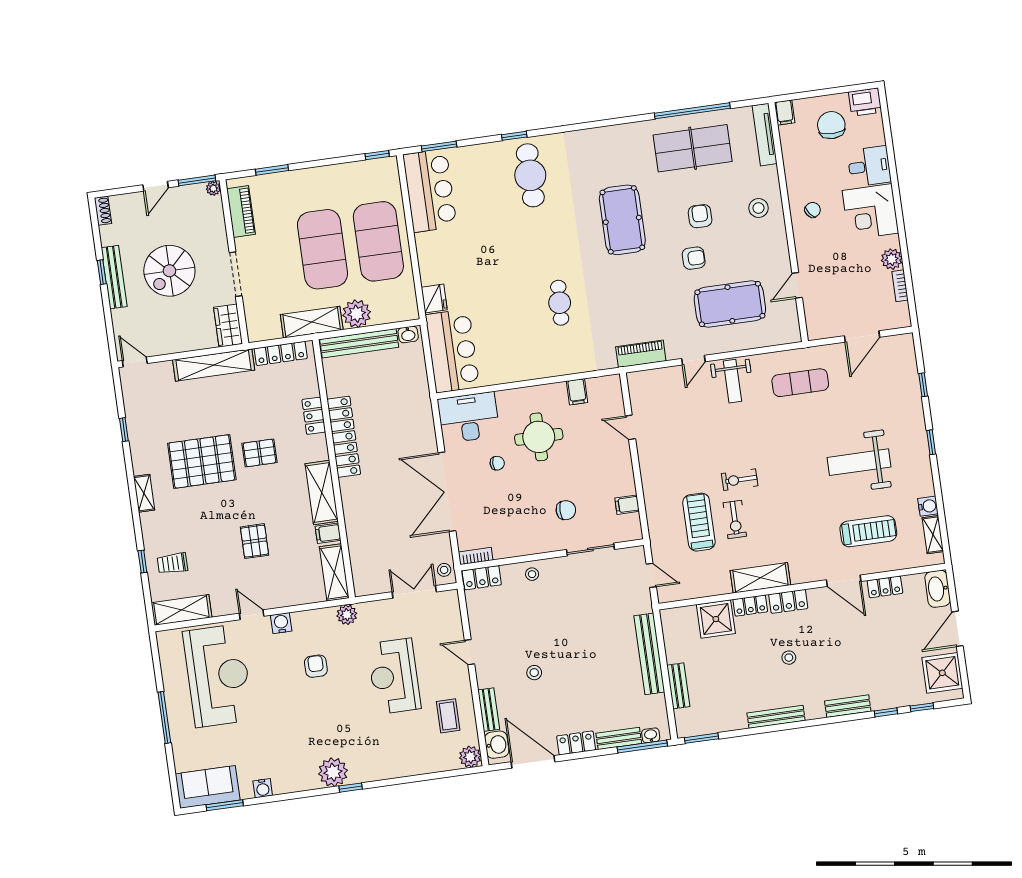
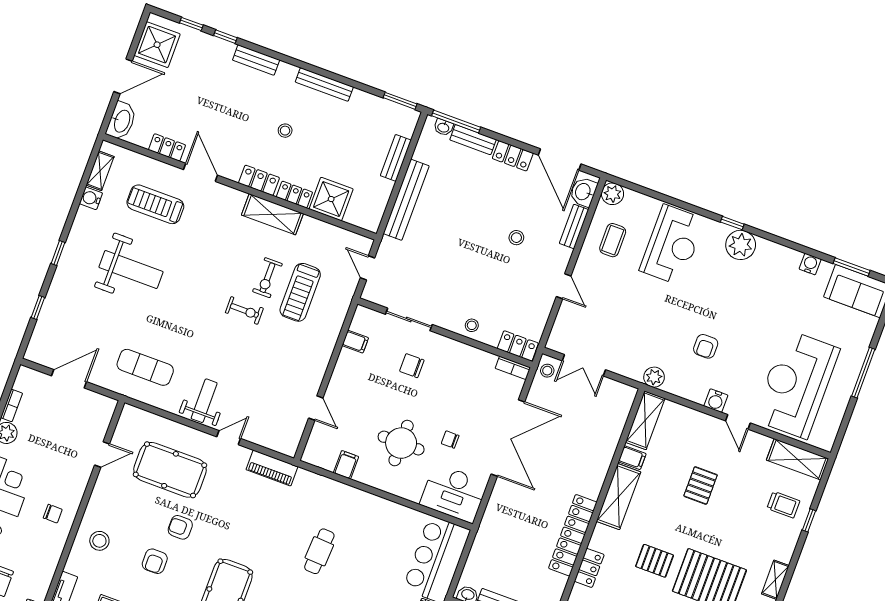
chair: (813, 210) -> (53, 514), turned -143
exercise bike: (735, 520) -> (267, 278), turned 180
reception desk: (394, 676) -> (672, 245), moved

